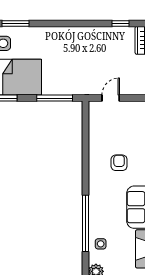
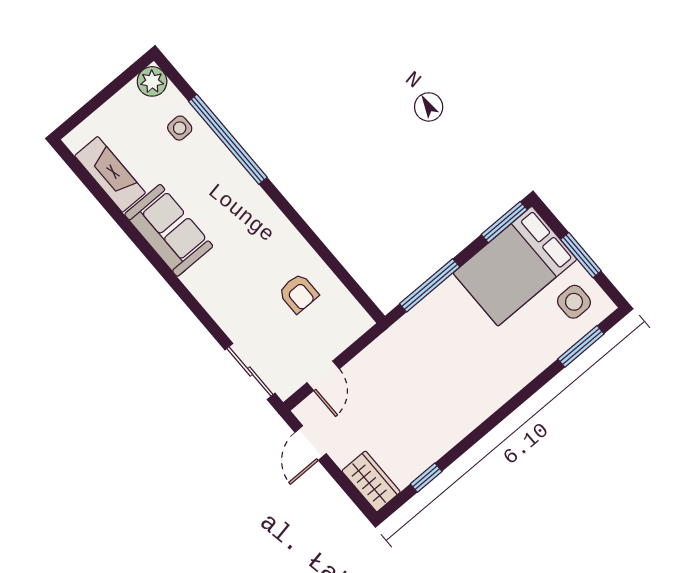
door: (111, 98) -> (323, 376), moved
armchair: (119, 163) -> (298, 293), moved

